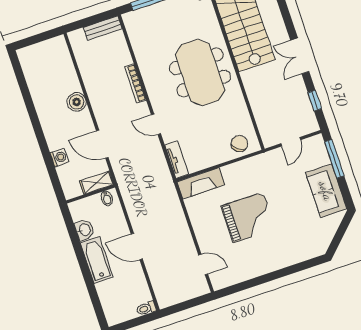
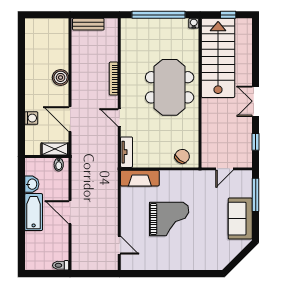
bench: (103, 28) -> (88, 24), moved

